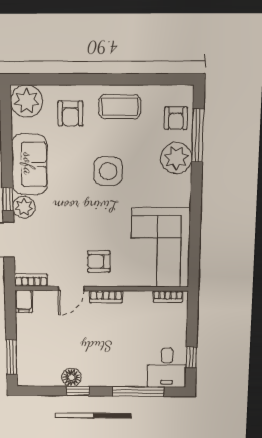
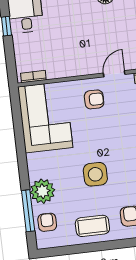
bookcase: (106, 297) -> (84, 70), removed

